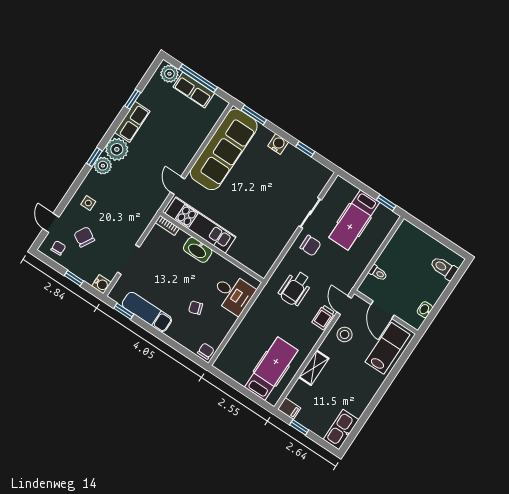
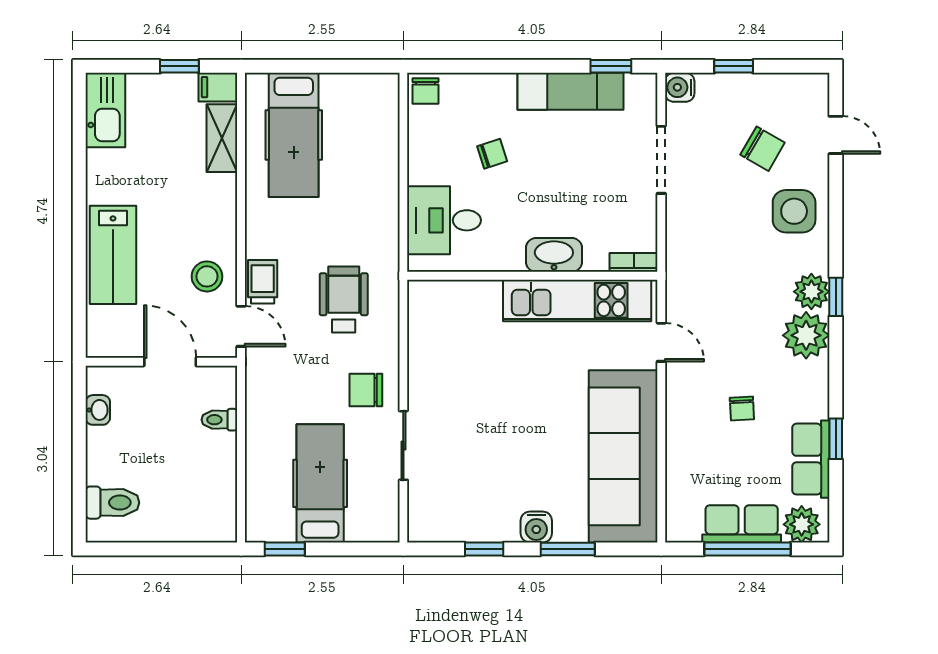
window: (254, 115) -> (568, 549), moved
row of seats: (132, 122) -> (811, 459), moved
side table: (88, 203) -> (794, 211), width x1.87, depth x1.87
chair: (58, 248) -> (742, 409), moved
lab bench: (388, 348) -> (113, 255), moved
shelving: (314, 368) -> (222, 138), moved

